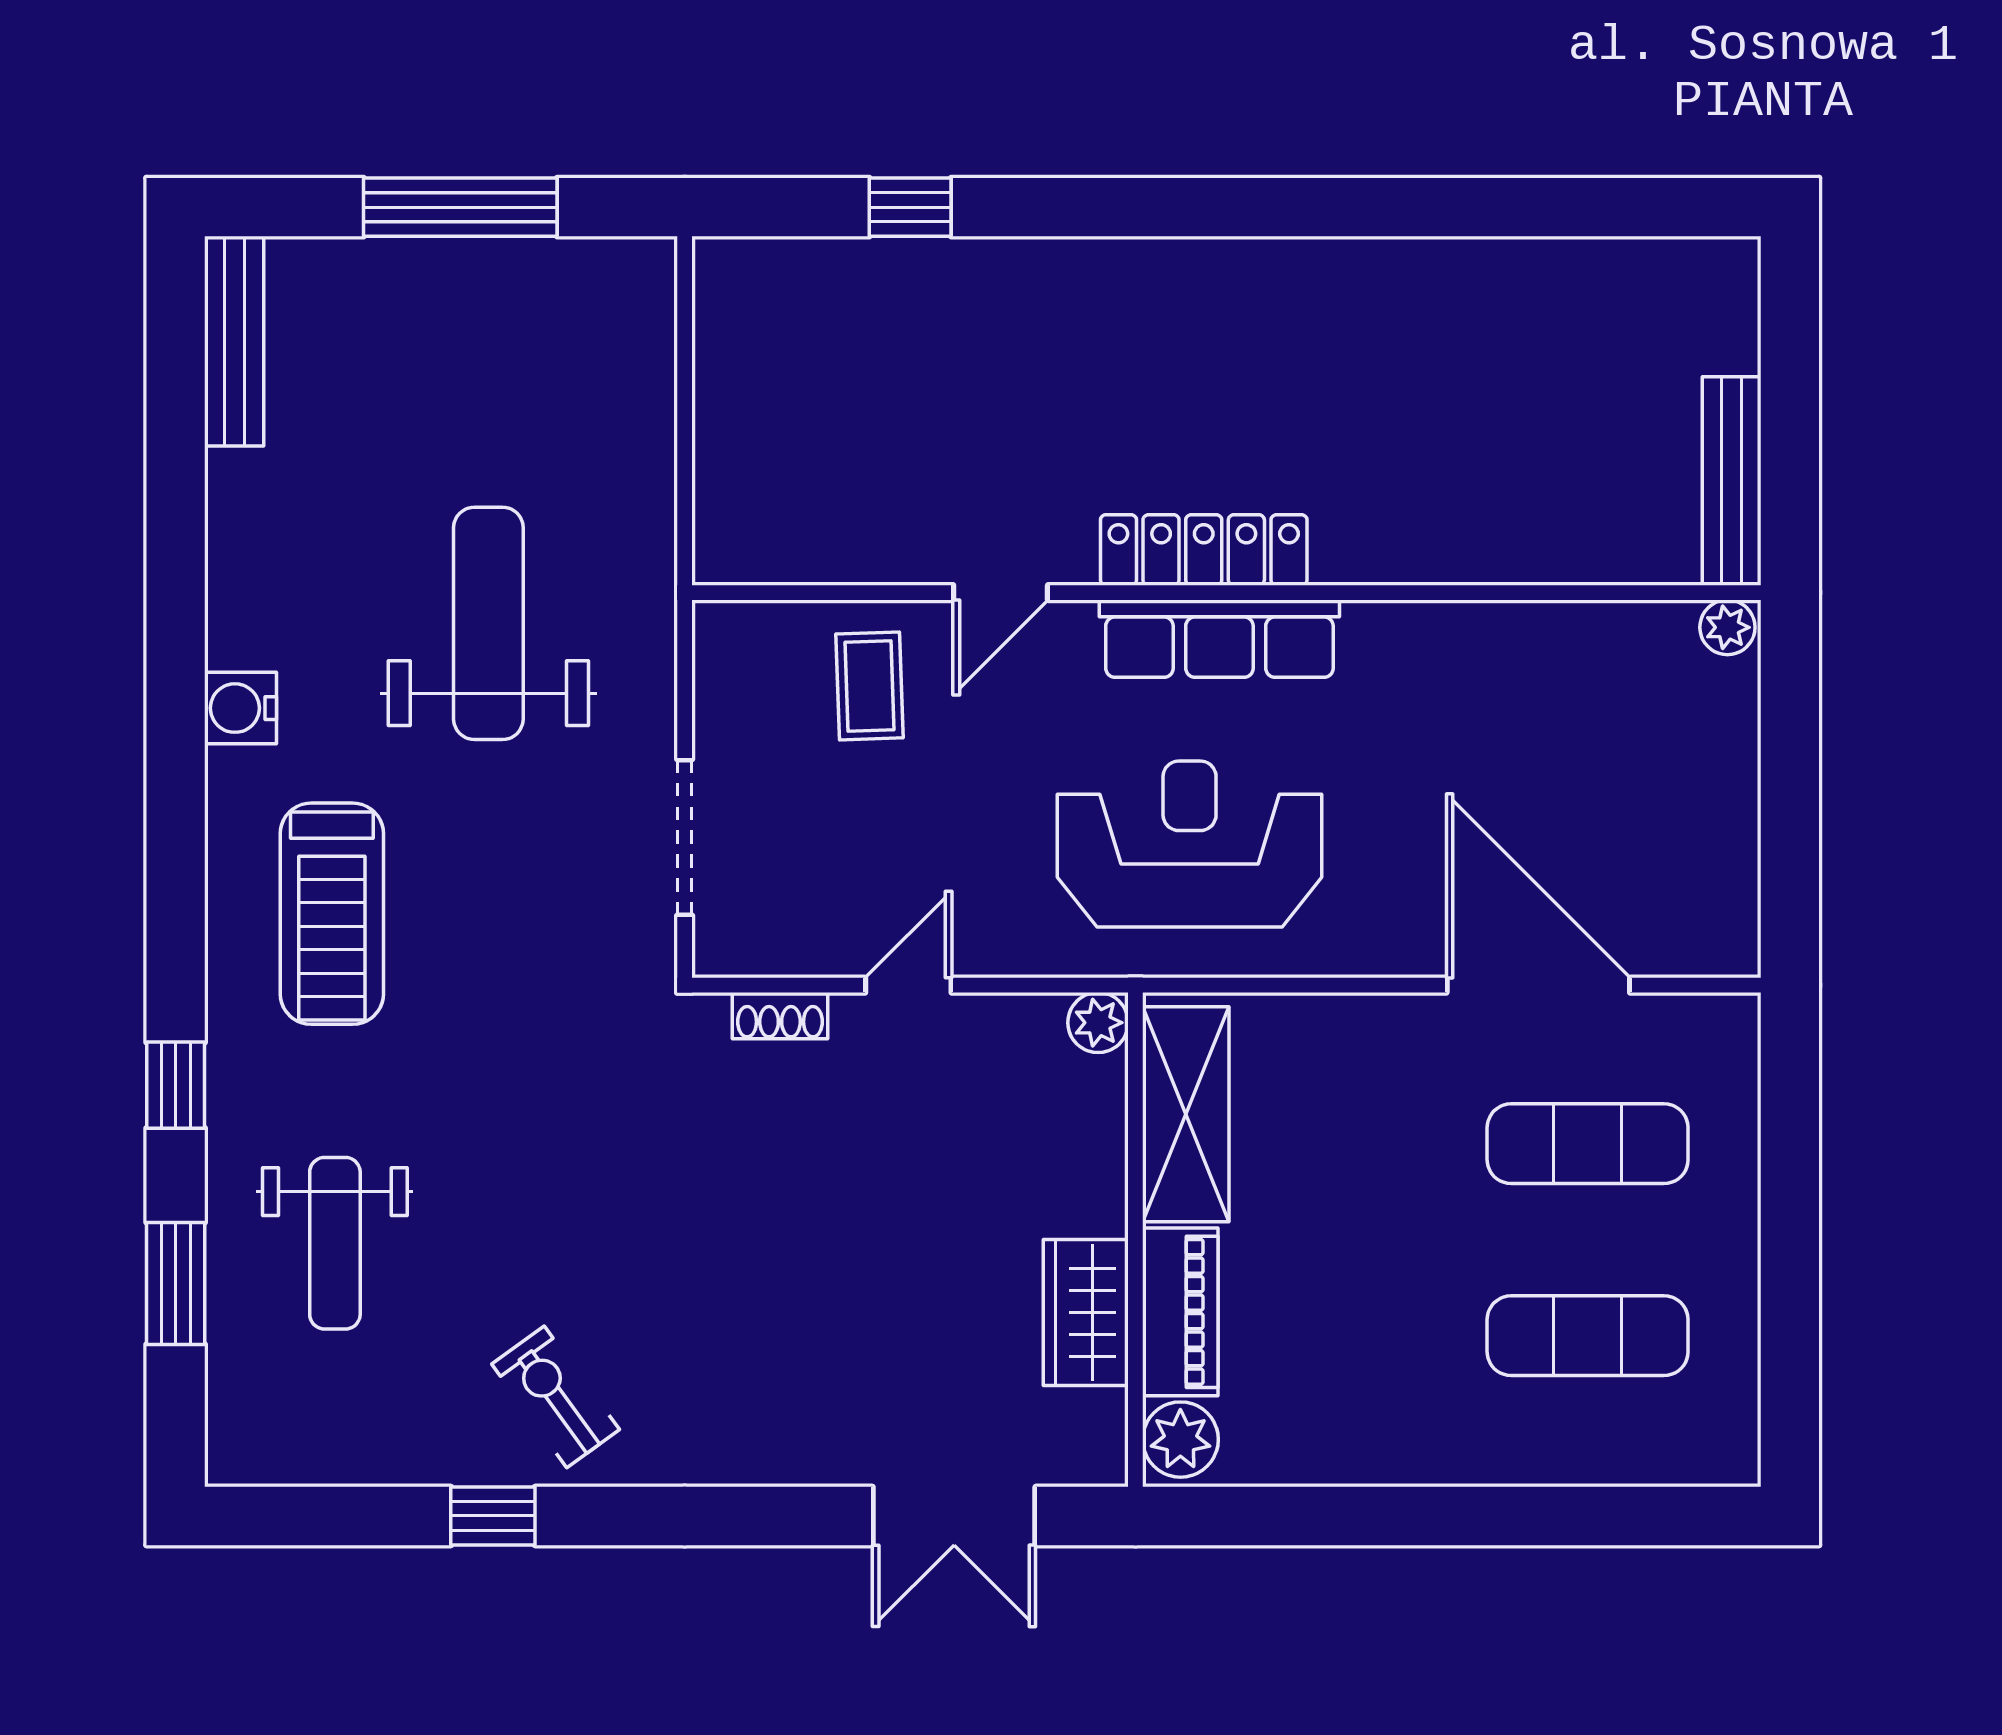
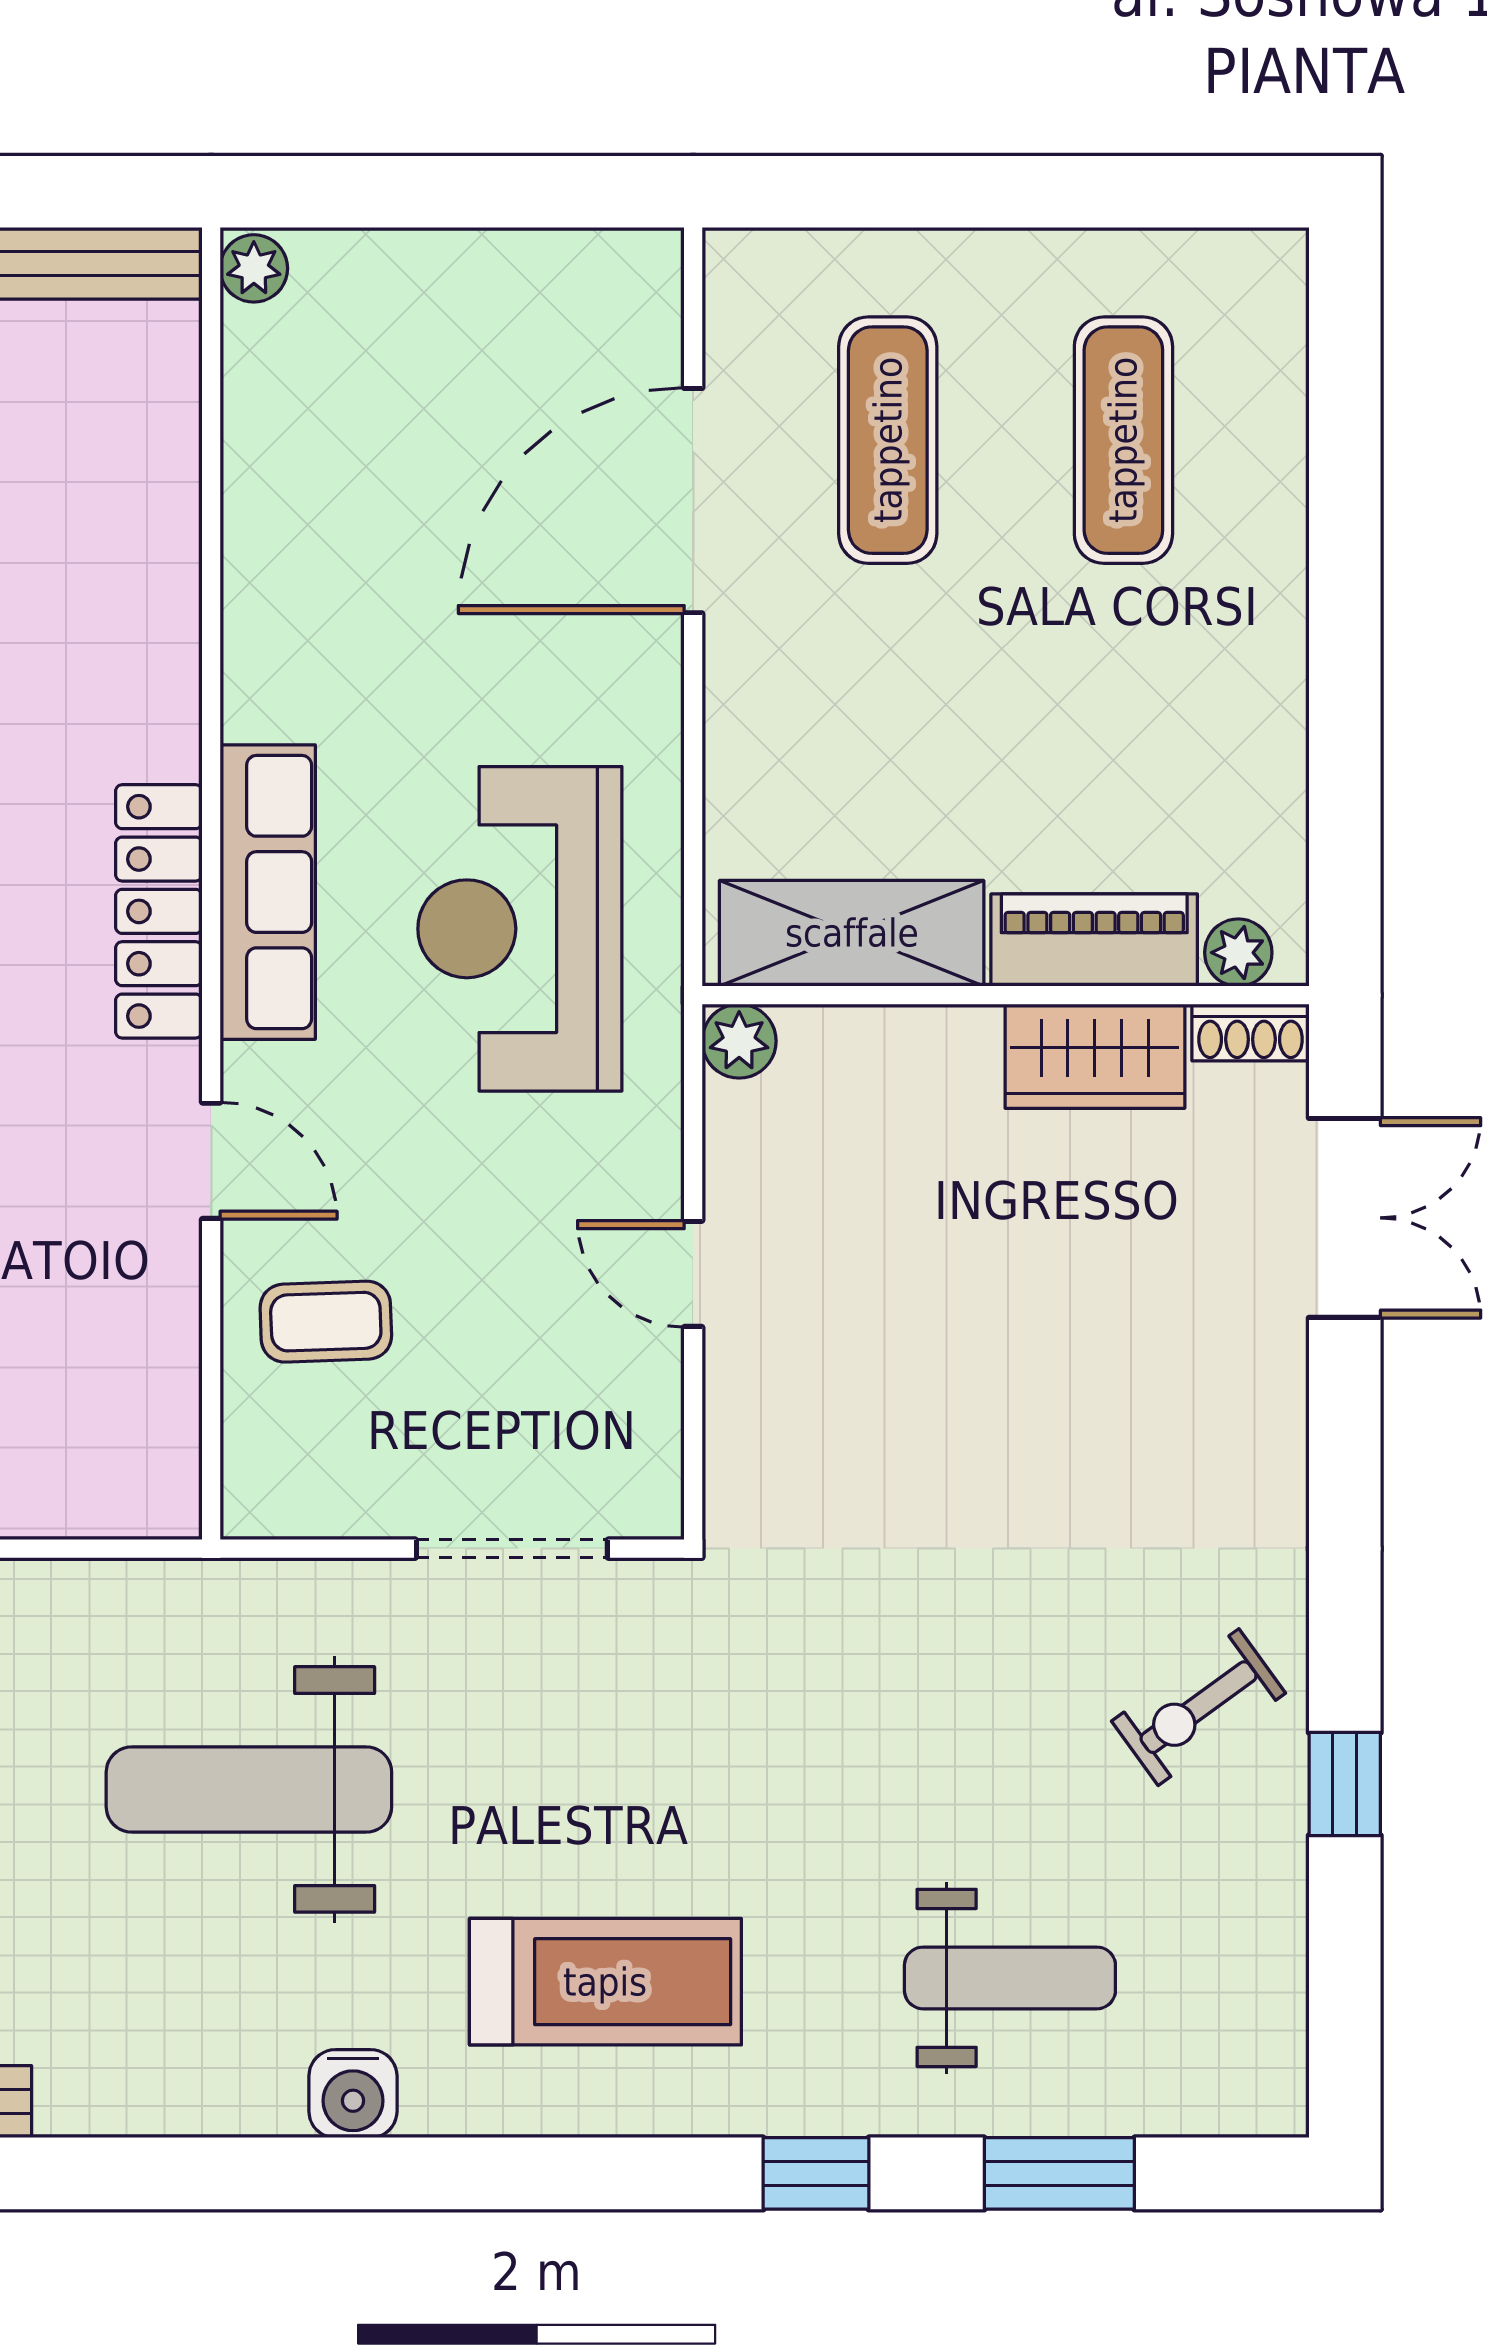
shoe rack: (780, 1016) -> (1251, 1033), moved, turned 90
plant: (1180, 1440) -> (1238, 953), width x0.73, depth x0.73

